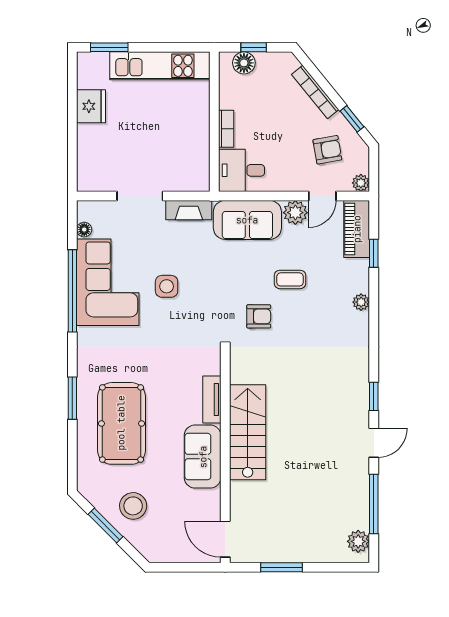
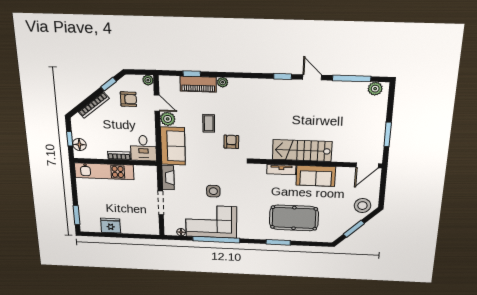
kitchen unit: (160, 66) -> (104, 171), moved, turned 90
armchair: (327, 150) -> (128, 99), turned 100
piano: (357, 229) -> (198, 84), moved
stool: (133, 506) -> (362, 206), moved

